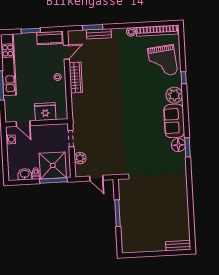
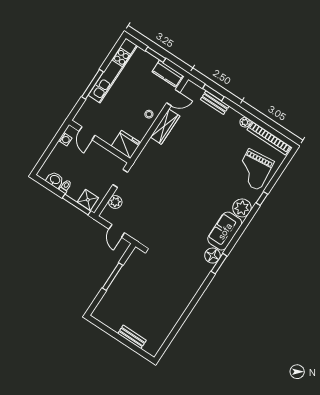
fridge: (45, 112) -> (126, 144), moved
shower: (53, 165) -> (88, 200), width x0.54, depth x0.54
bench: (178, 246) -> (132, 337), moved

